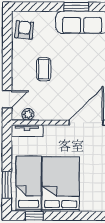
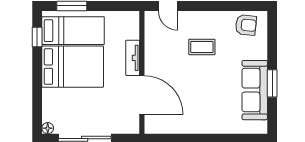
plant: (28, 114) -> (151, 29), removed
tv unit: (27, 131) -> (133, 58), moved

